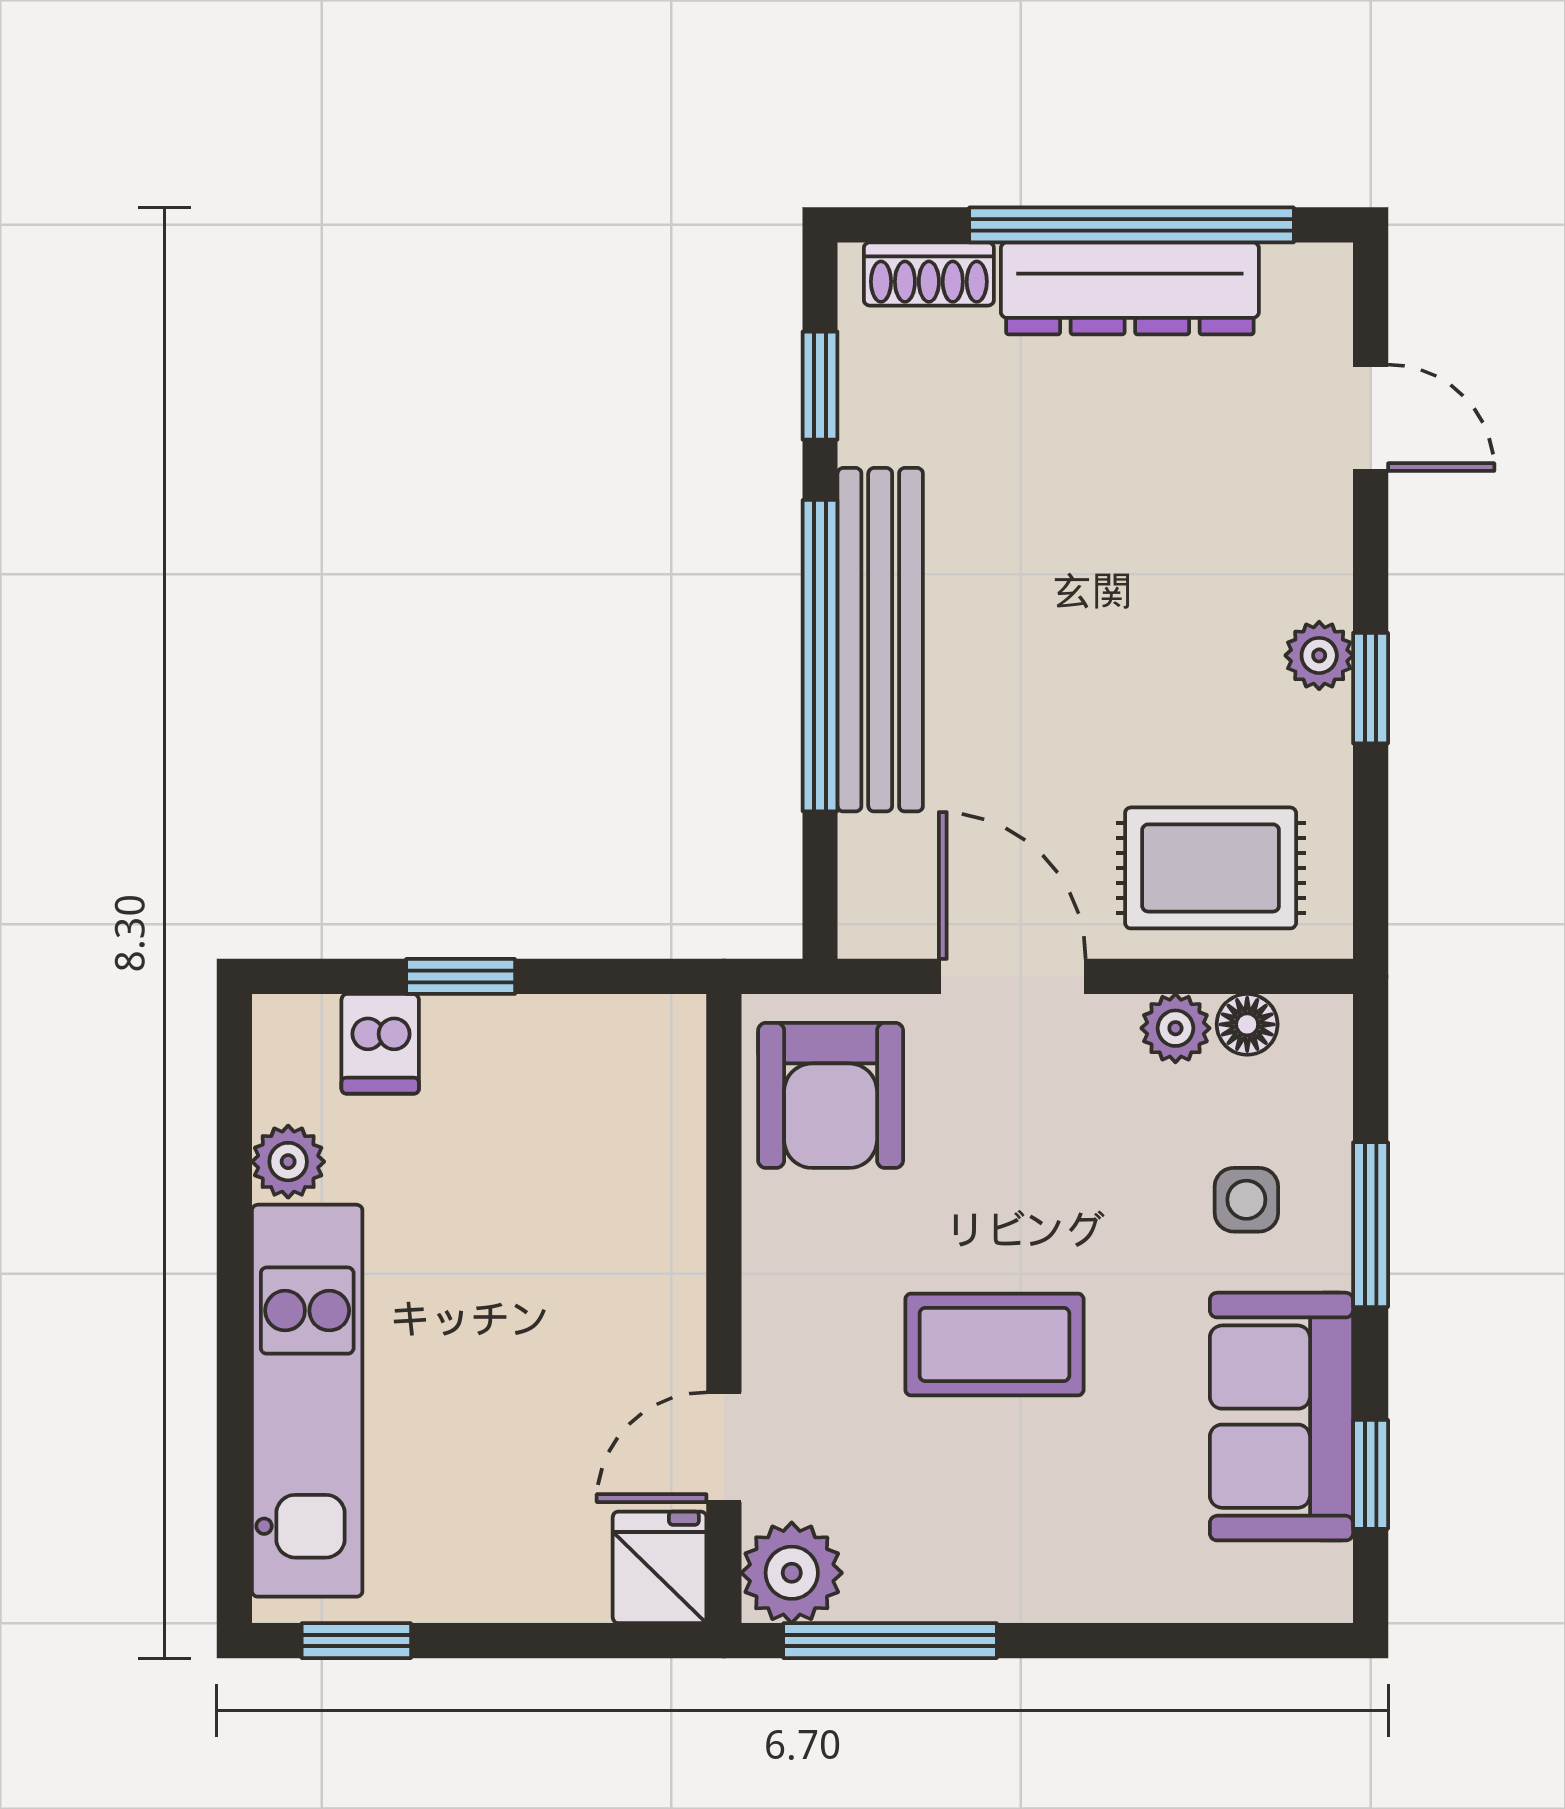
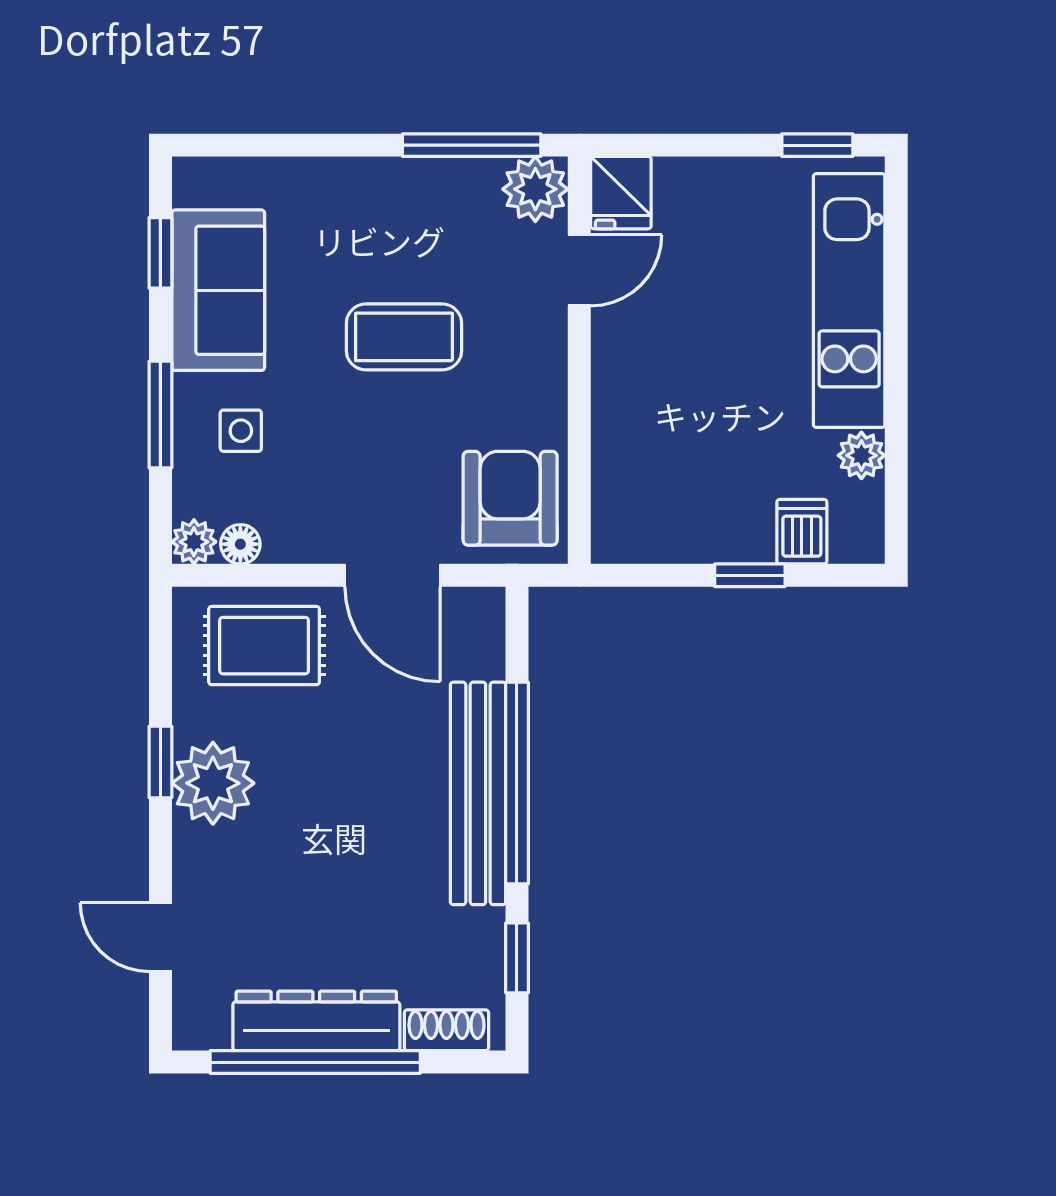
plant: (1319, 655) -> (213, 783), width x1.88, depth x1.88
plant: (1175, 1028) -> (194, 542), moved

